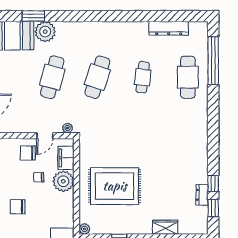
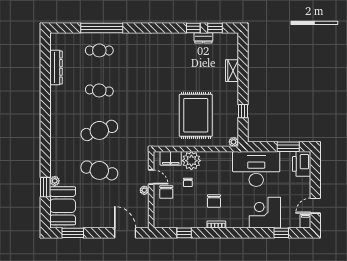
plant: (45, 32) -> (55, 181), width x0.53, depth x0.53
window: (213, 61) -> (102, 28), moved
cafe table: (97, 77) -> (99, 130), turned -36
cafe table: (188, 77) -> (99, 50), width x0.73, depth x0.74
plant: (68, 128) -> (144, 190), moved

